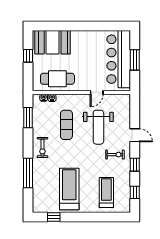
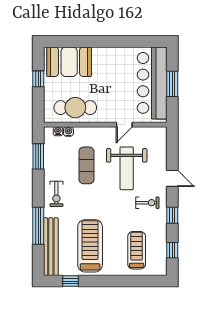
bench: (38, 190) -> (51, 247), added

